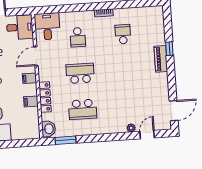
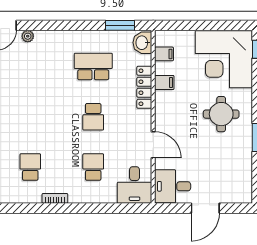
school desk: (123, 34) -> (30, 167), turned 180
door: (36, 56) -> (153, 145), hinge flipped
school desk: (80, 73) -> (93, 117), width x0.54
filing cabinet: (30, 78) -> (164, 54), moved

